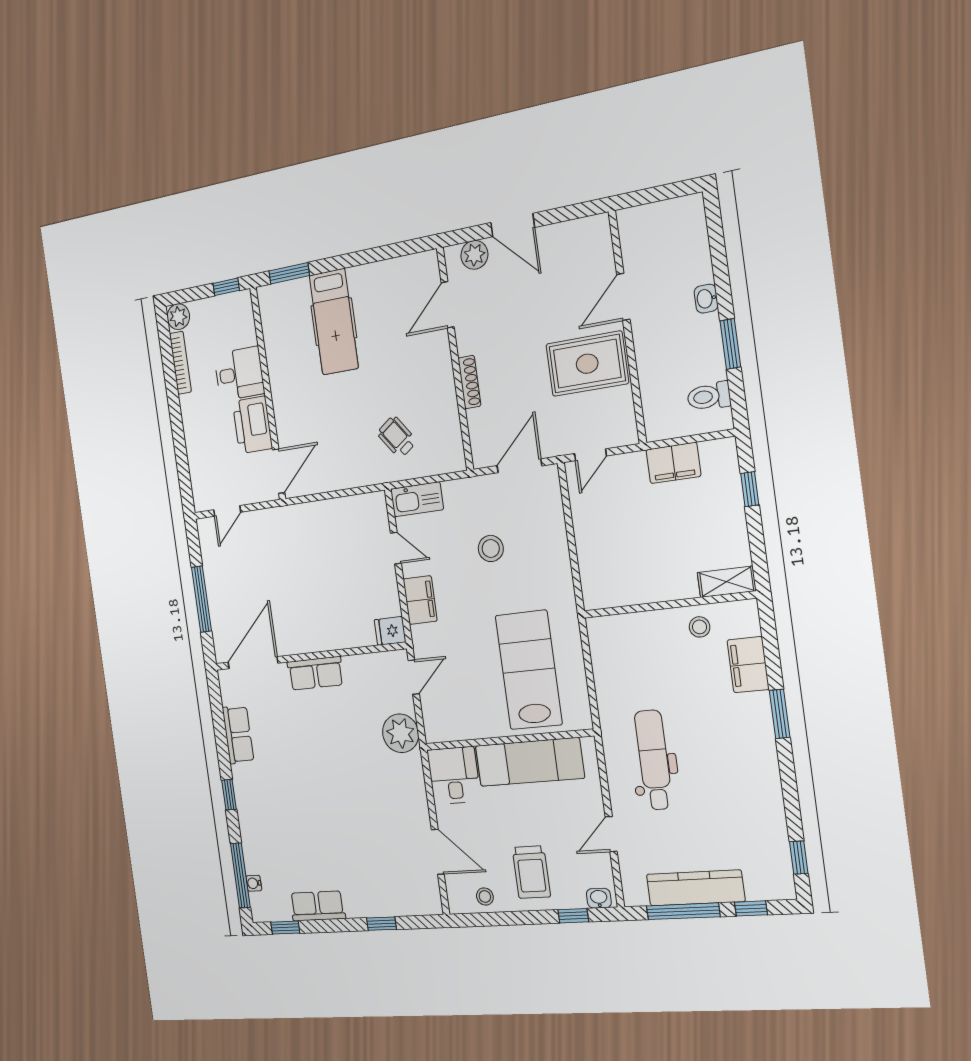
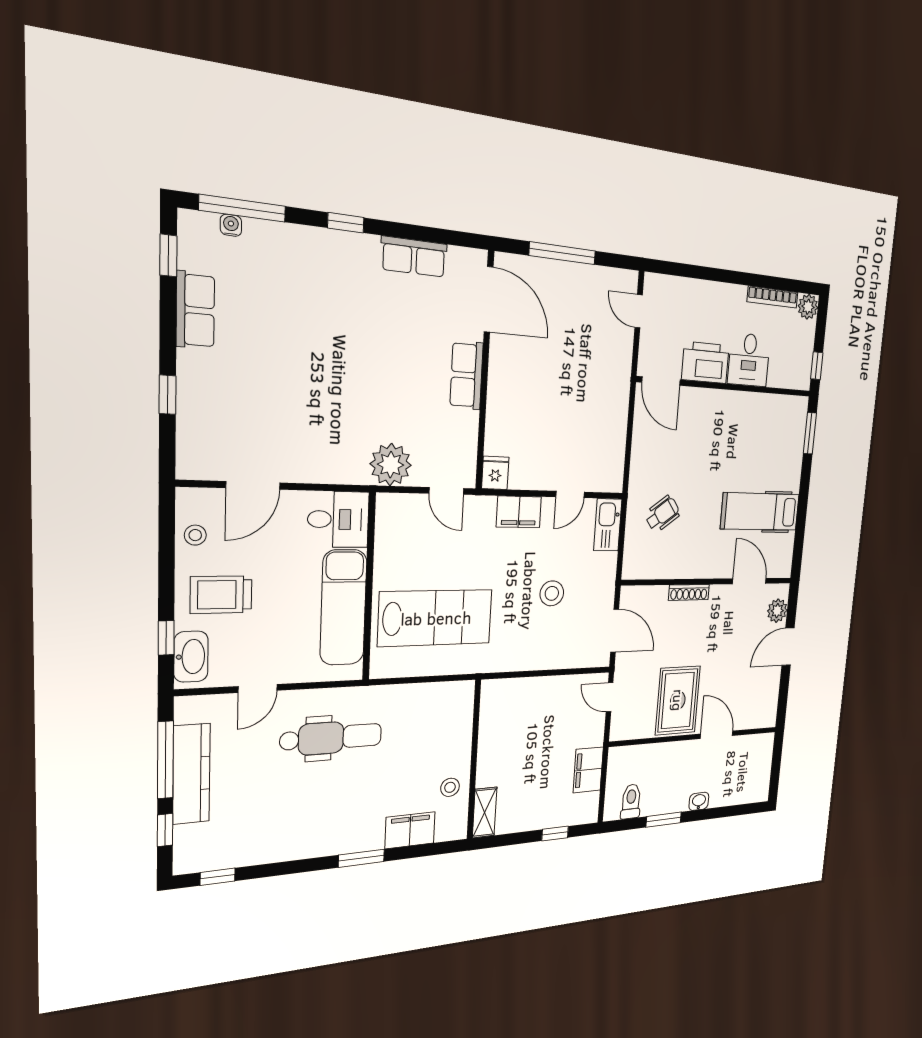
hospital bed: (334, 322) -> (760, 512), moved
door: (611, 834) -> (258, 688), swing flipped
washbasin: (599, 898) -> (191, 657), width x1.91, depth x1.45

